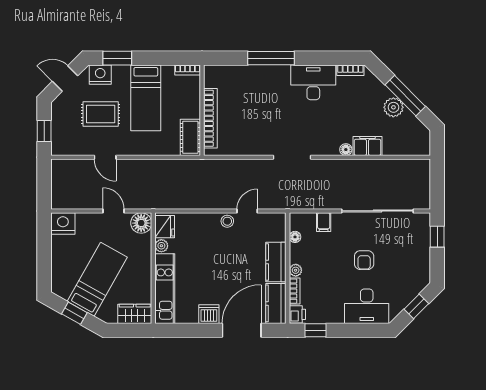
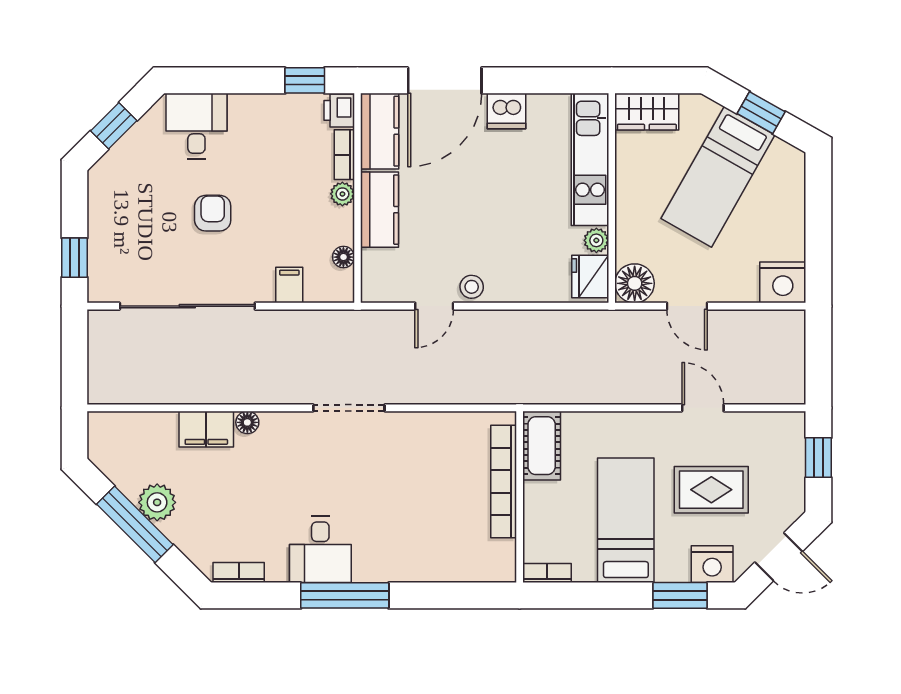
window: (271, 58) -> (345, 595), moved
desk: (313, 82) -> (320, 550), width x0.73
desk: (367, 306) -> (196, 126), width x0.73

